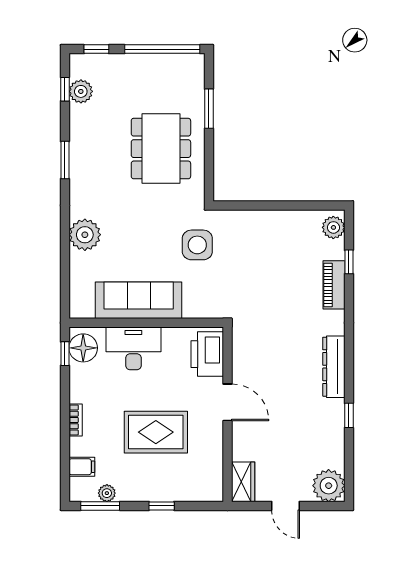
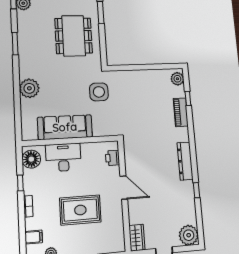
window: (65, 354) -> (20, 183), moved
printer: (207, 354) -> (112, 158), width x0.53, depth x0.68

